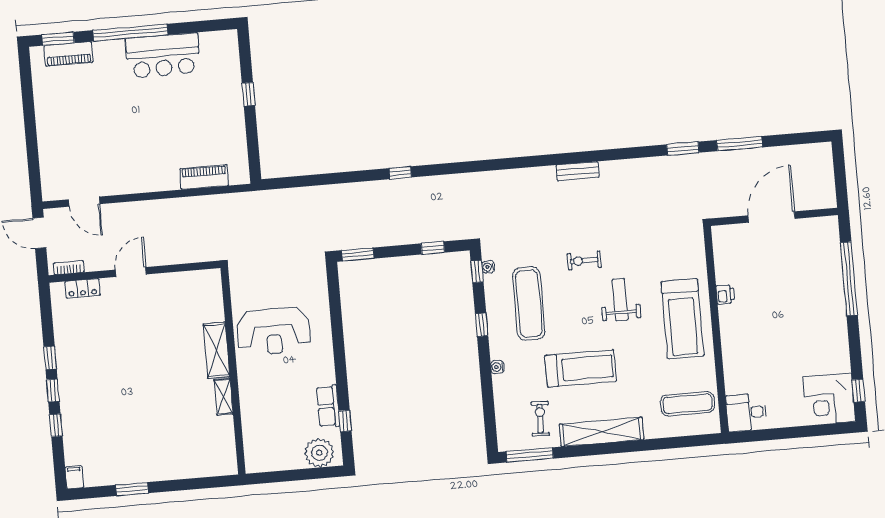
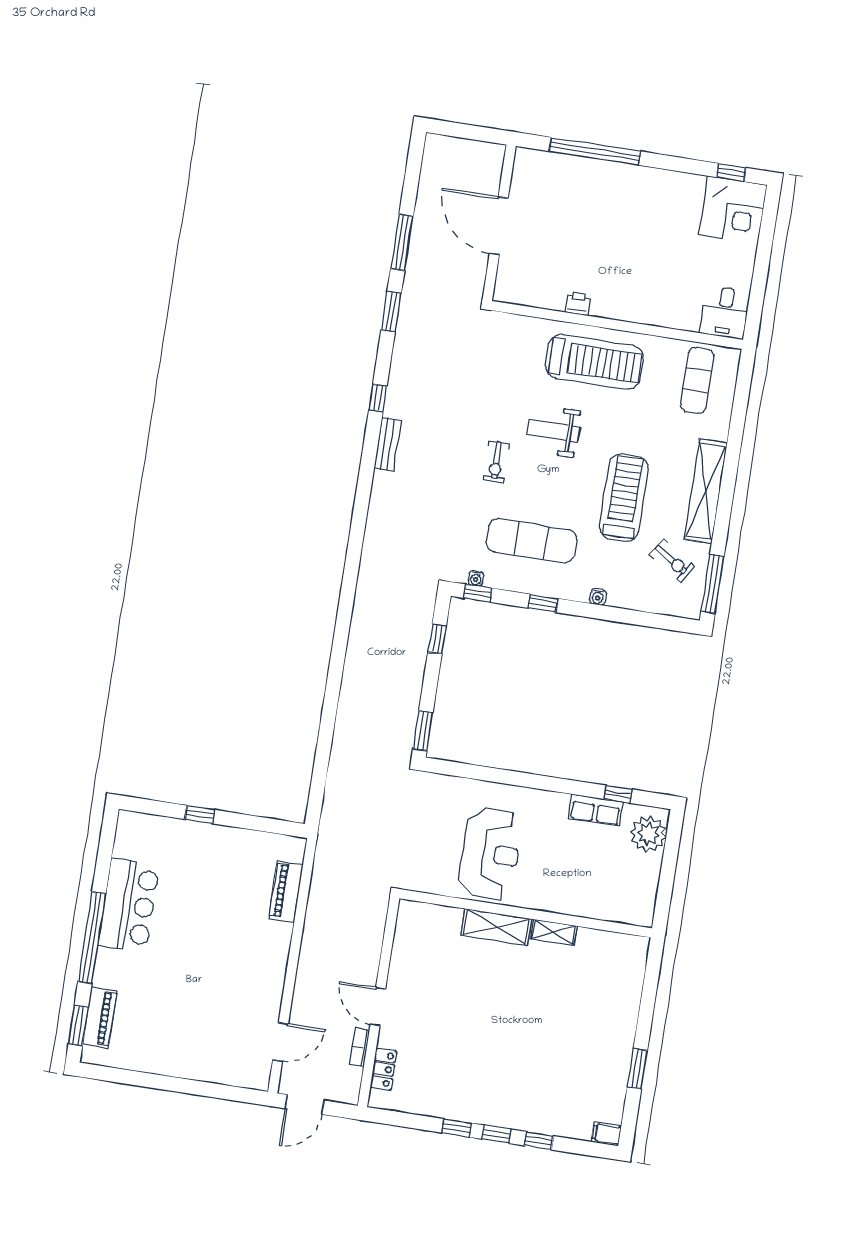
window: (400, 173) -> (378, 398), moved
bookcase: (69, 268) -> (360, 1047), moved
exercise bike: (540, 419) -> (672, 561), turned -150

